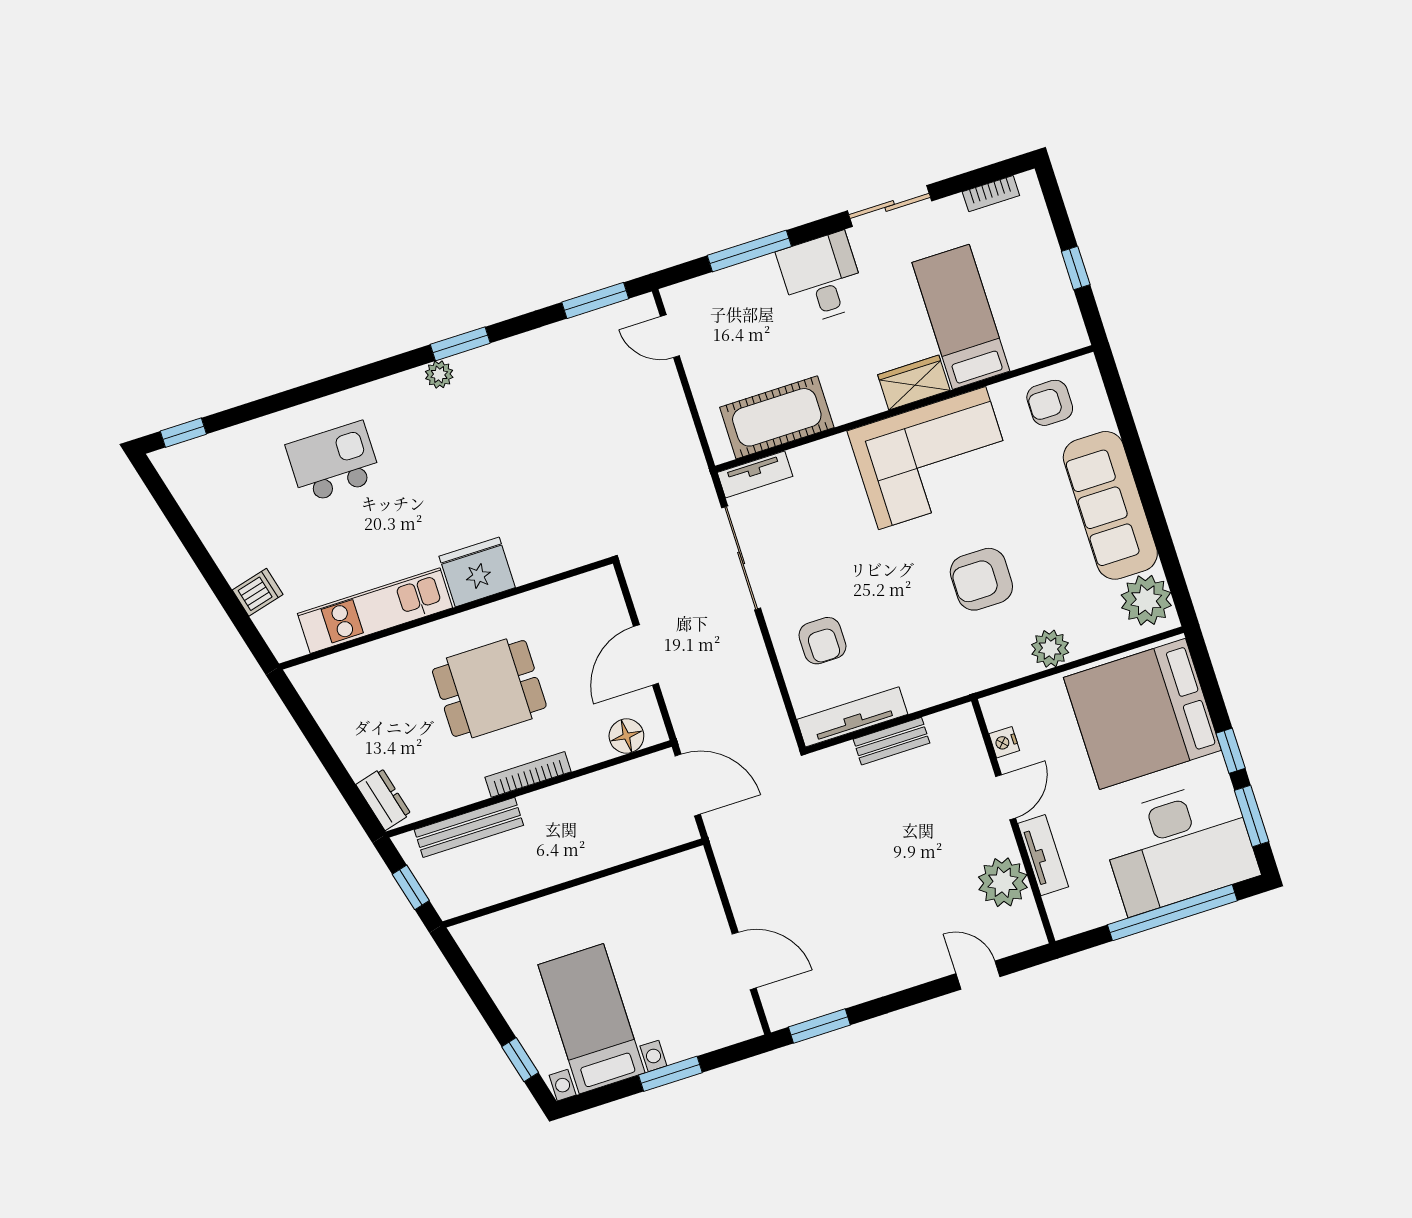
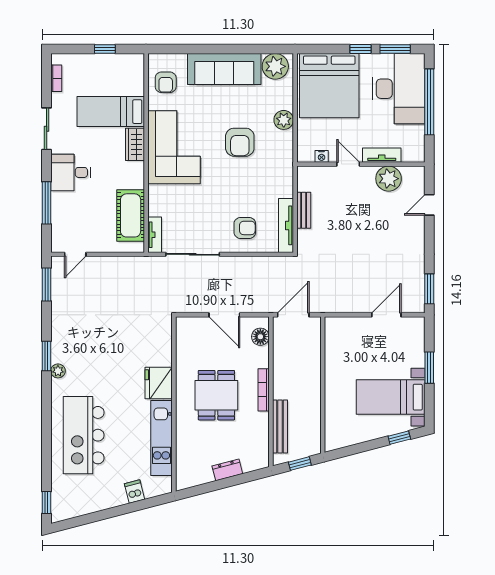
kitchen island: (333, 462) -> (84, 435), width x1.87, depth x1.28
dresser: (383, 799) -> (227, 470), moved

